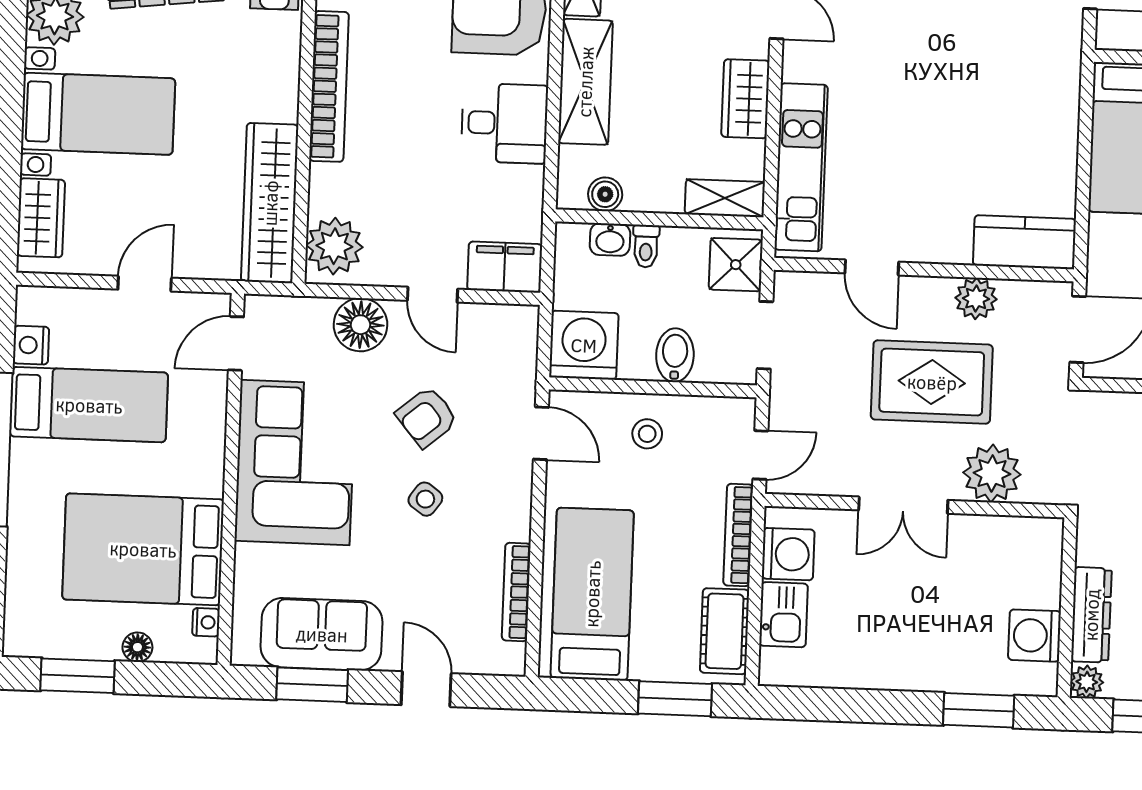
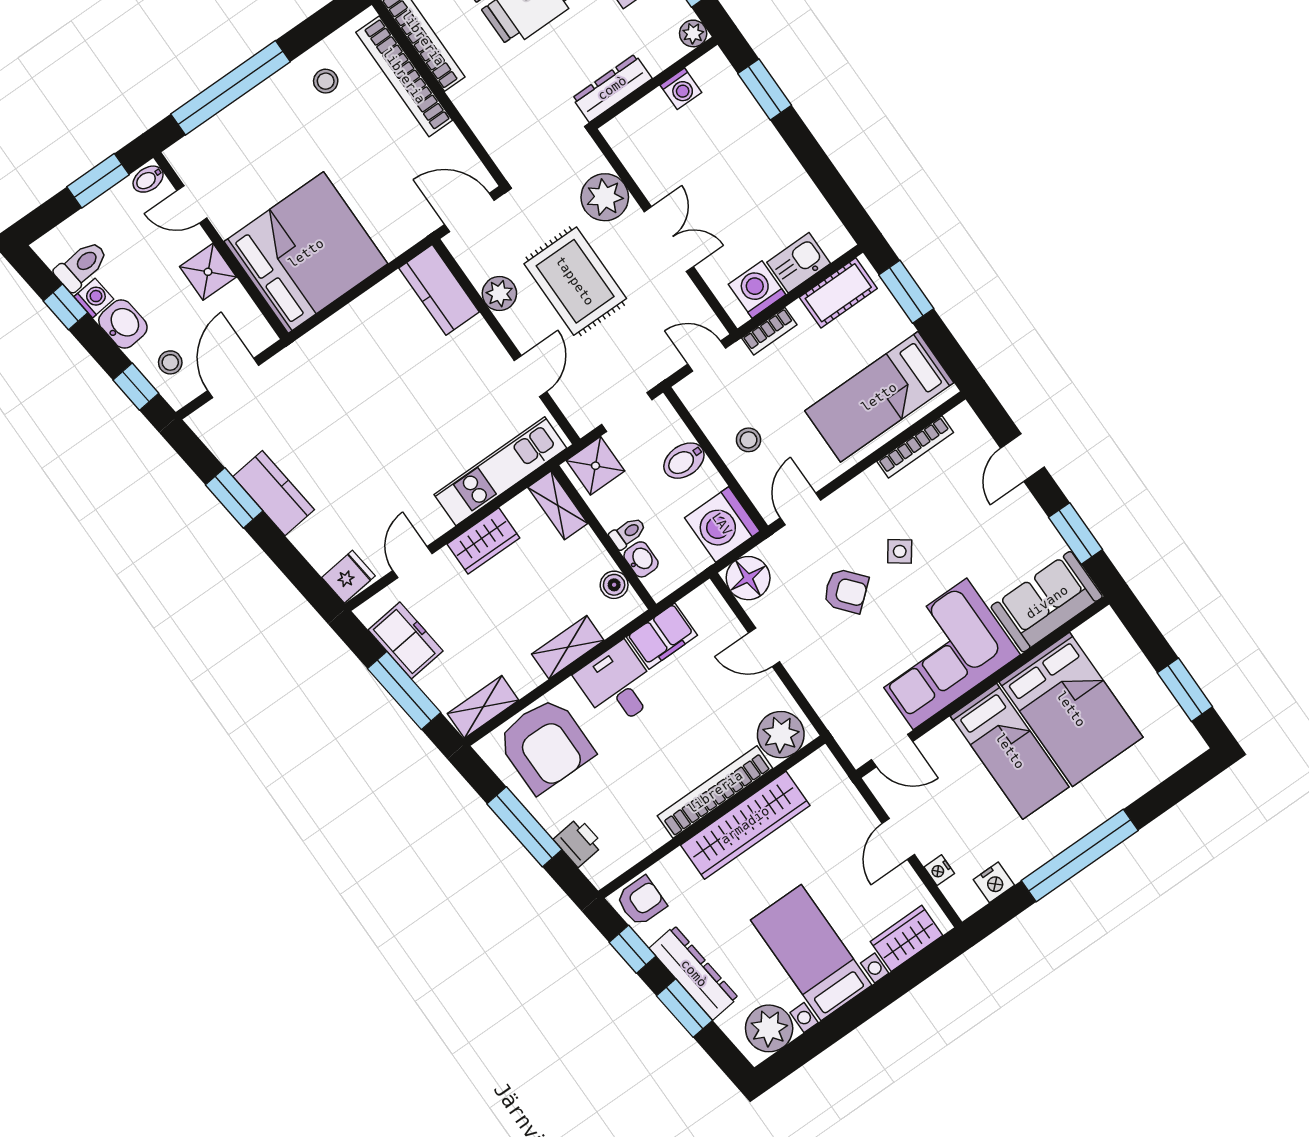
shelving: (585, 82) -> (568, 647), width x0.67, depth x0.75
bookcase: (329, 86) -> (715, 792), moved
wardrobe: (270, 203) -> (745, 825), moved
filing cabinet: (505, 267) -> (662, 636), moved, turned -90
door: (145, 284) -> (898, 839), hinge flipped
door: (432, 295) -> (764, 647), swing flipped
floor lamp: (360, 325) -> (748, 578), moved
bed: (89, 405) -> (1010, 751), moved, turned 180
bookcase: (738, 535) -> (769, 331), width x0.64
dresser: (1091, 615) -> (612, 88), moved
nightstand: (206, 622) -> (939, 870), moved, turned -90
sofa: (322, 634) -> (1047, 602), moved, turned 90
washing machine: (1034, 636) -> (681, 89), width x0.73, depth x0.73
floor lamp: (137, 647) -> (1137, 665), removed

